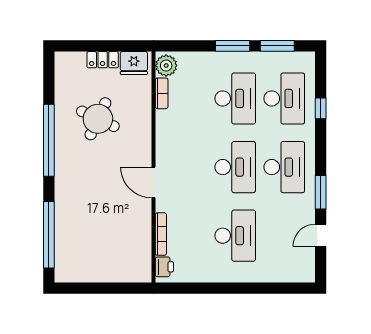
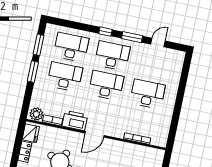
window: (321, 108) -> (105, 32), moved
door: (154, 183) -> (95, 134), moved
door: (321, 235) -> (158, 43), swing flipped
printer: (164, 267) -> (75, 121), moved, width x1.87, depth x1.48

